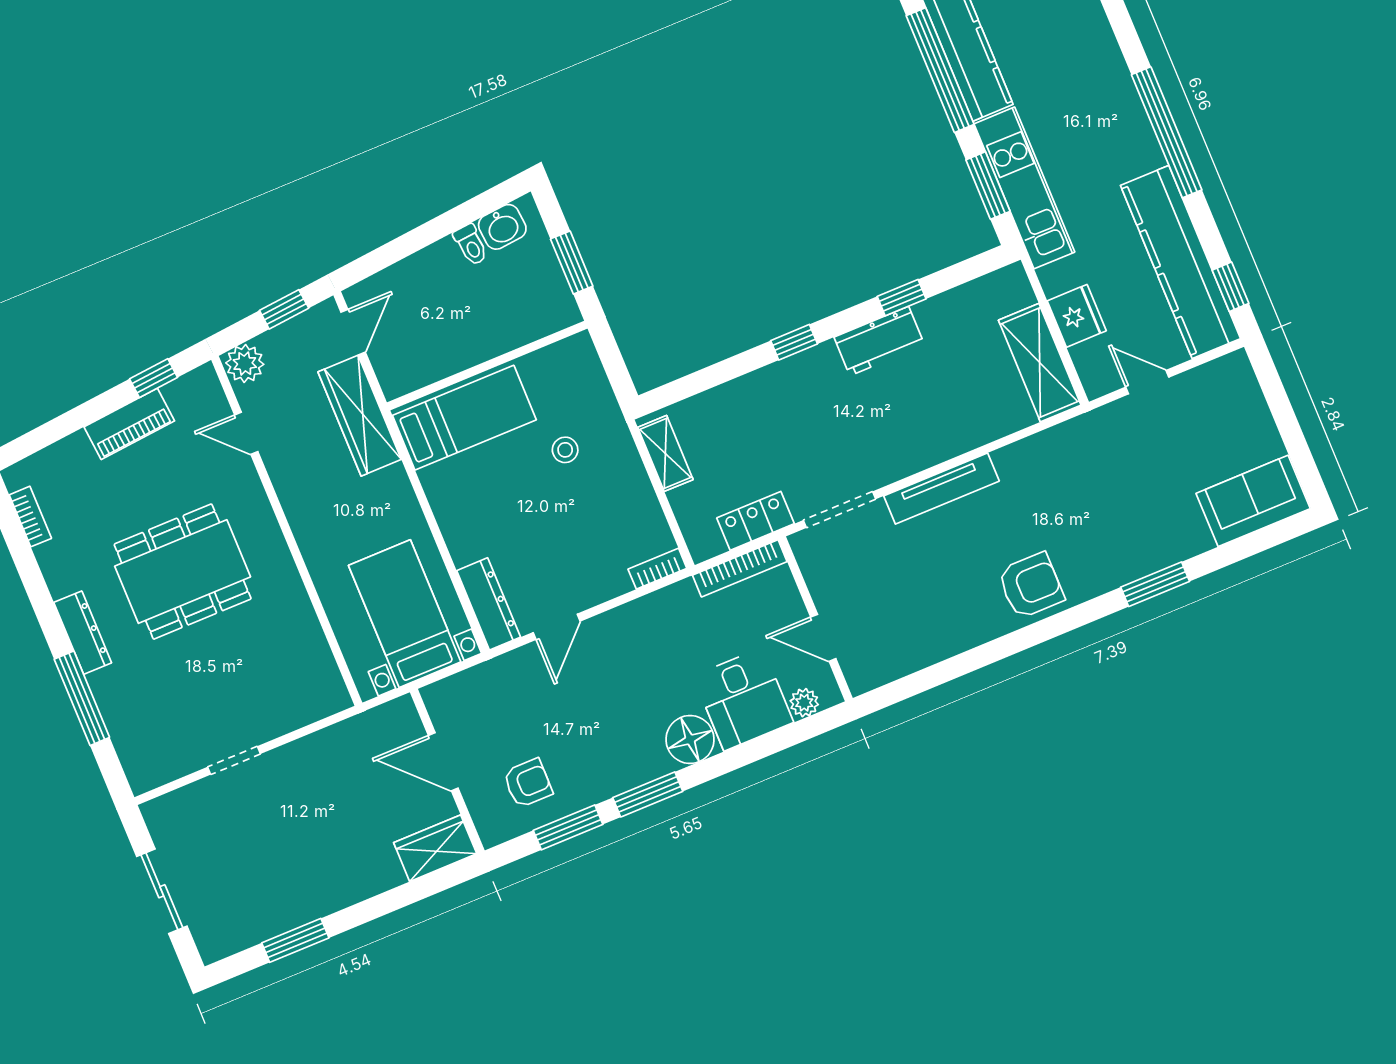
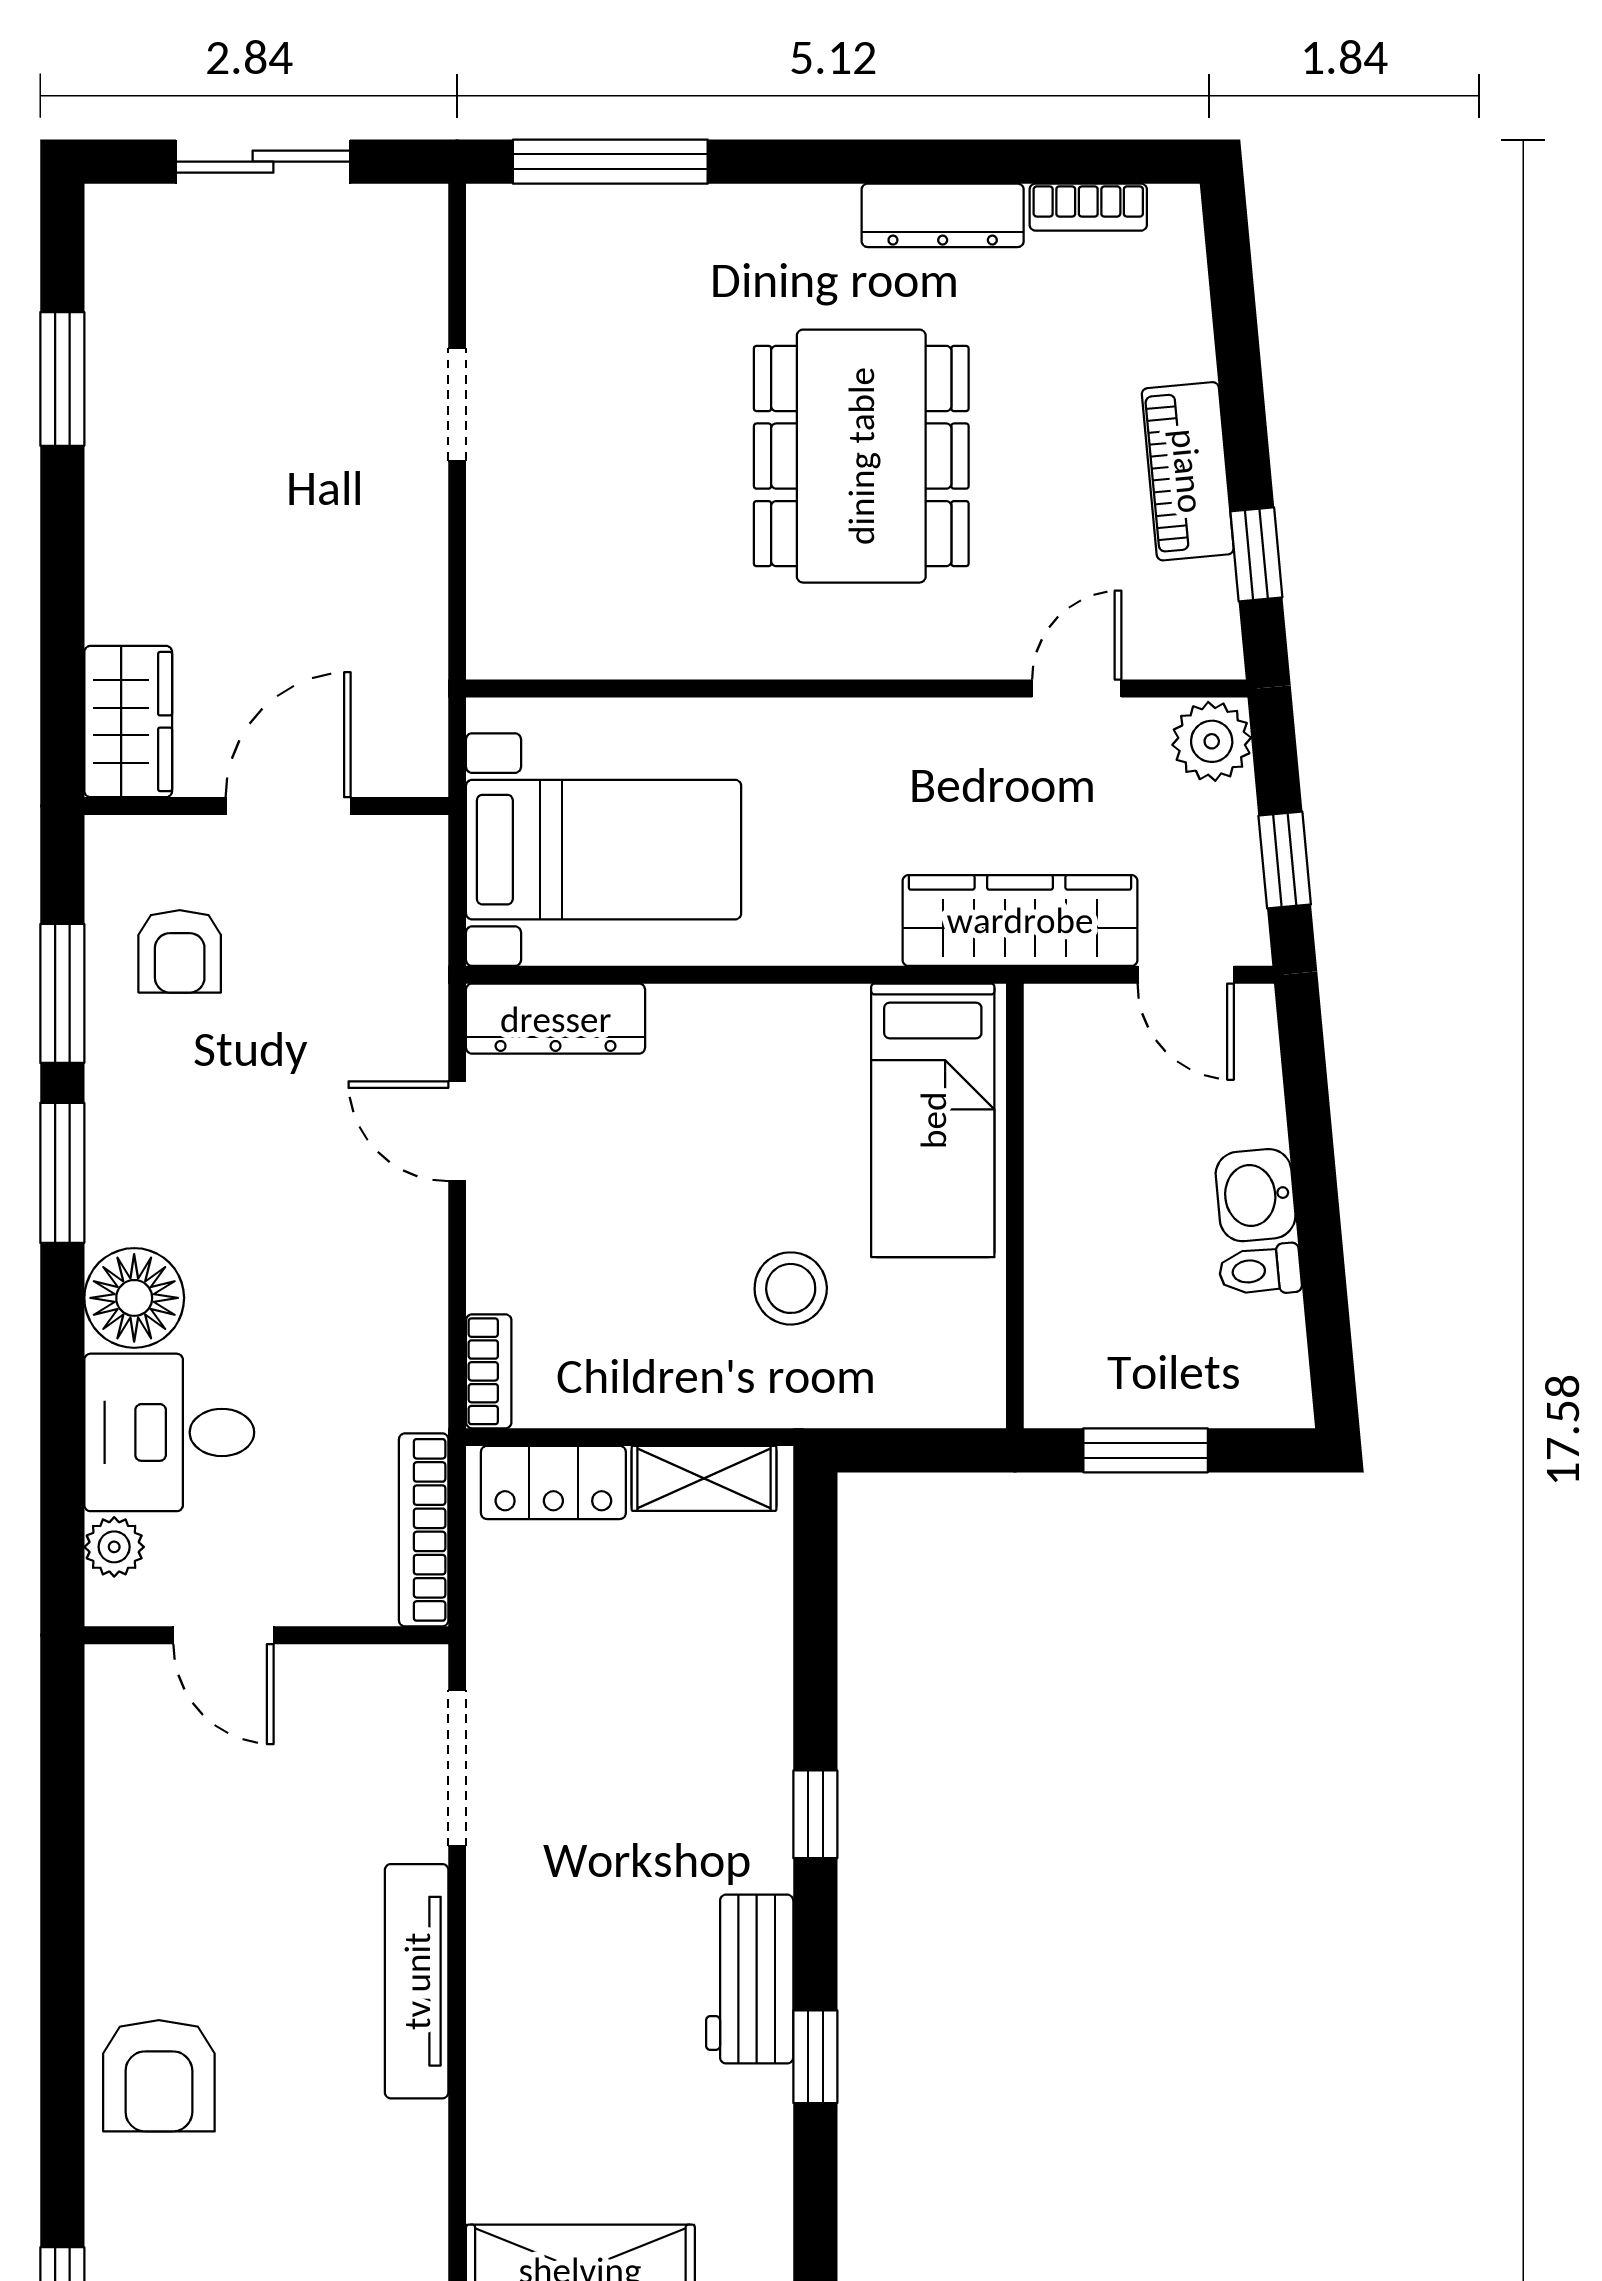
washbasin: (502, 227) -> (1256, 1195), moved
stool: (565, 450) -> (791, 1288), width x1.37, depth x1.37
locker: (756, 521) -> (553, 1482), moved, turned 90
dresser: (83, 633) -> (943, 215), moved
door: (823, 638) -> (224, 1635), swing flipped
window: (82, 698) -> (610, 162), moved

